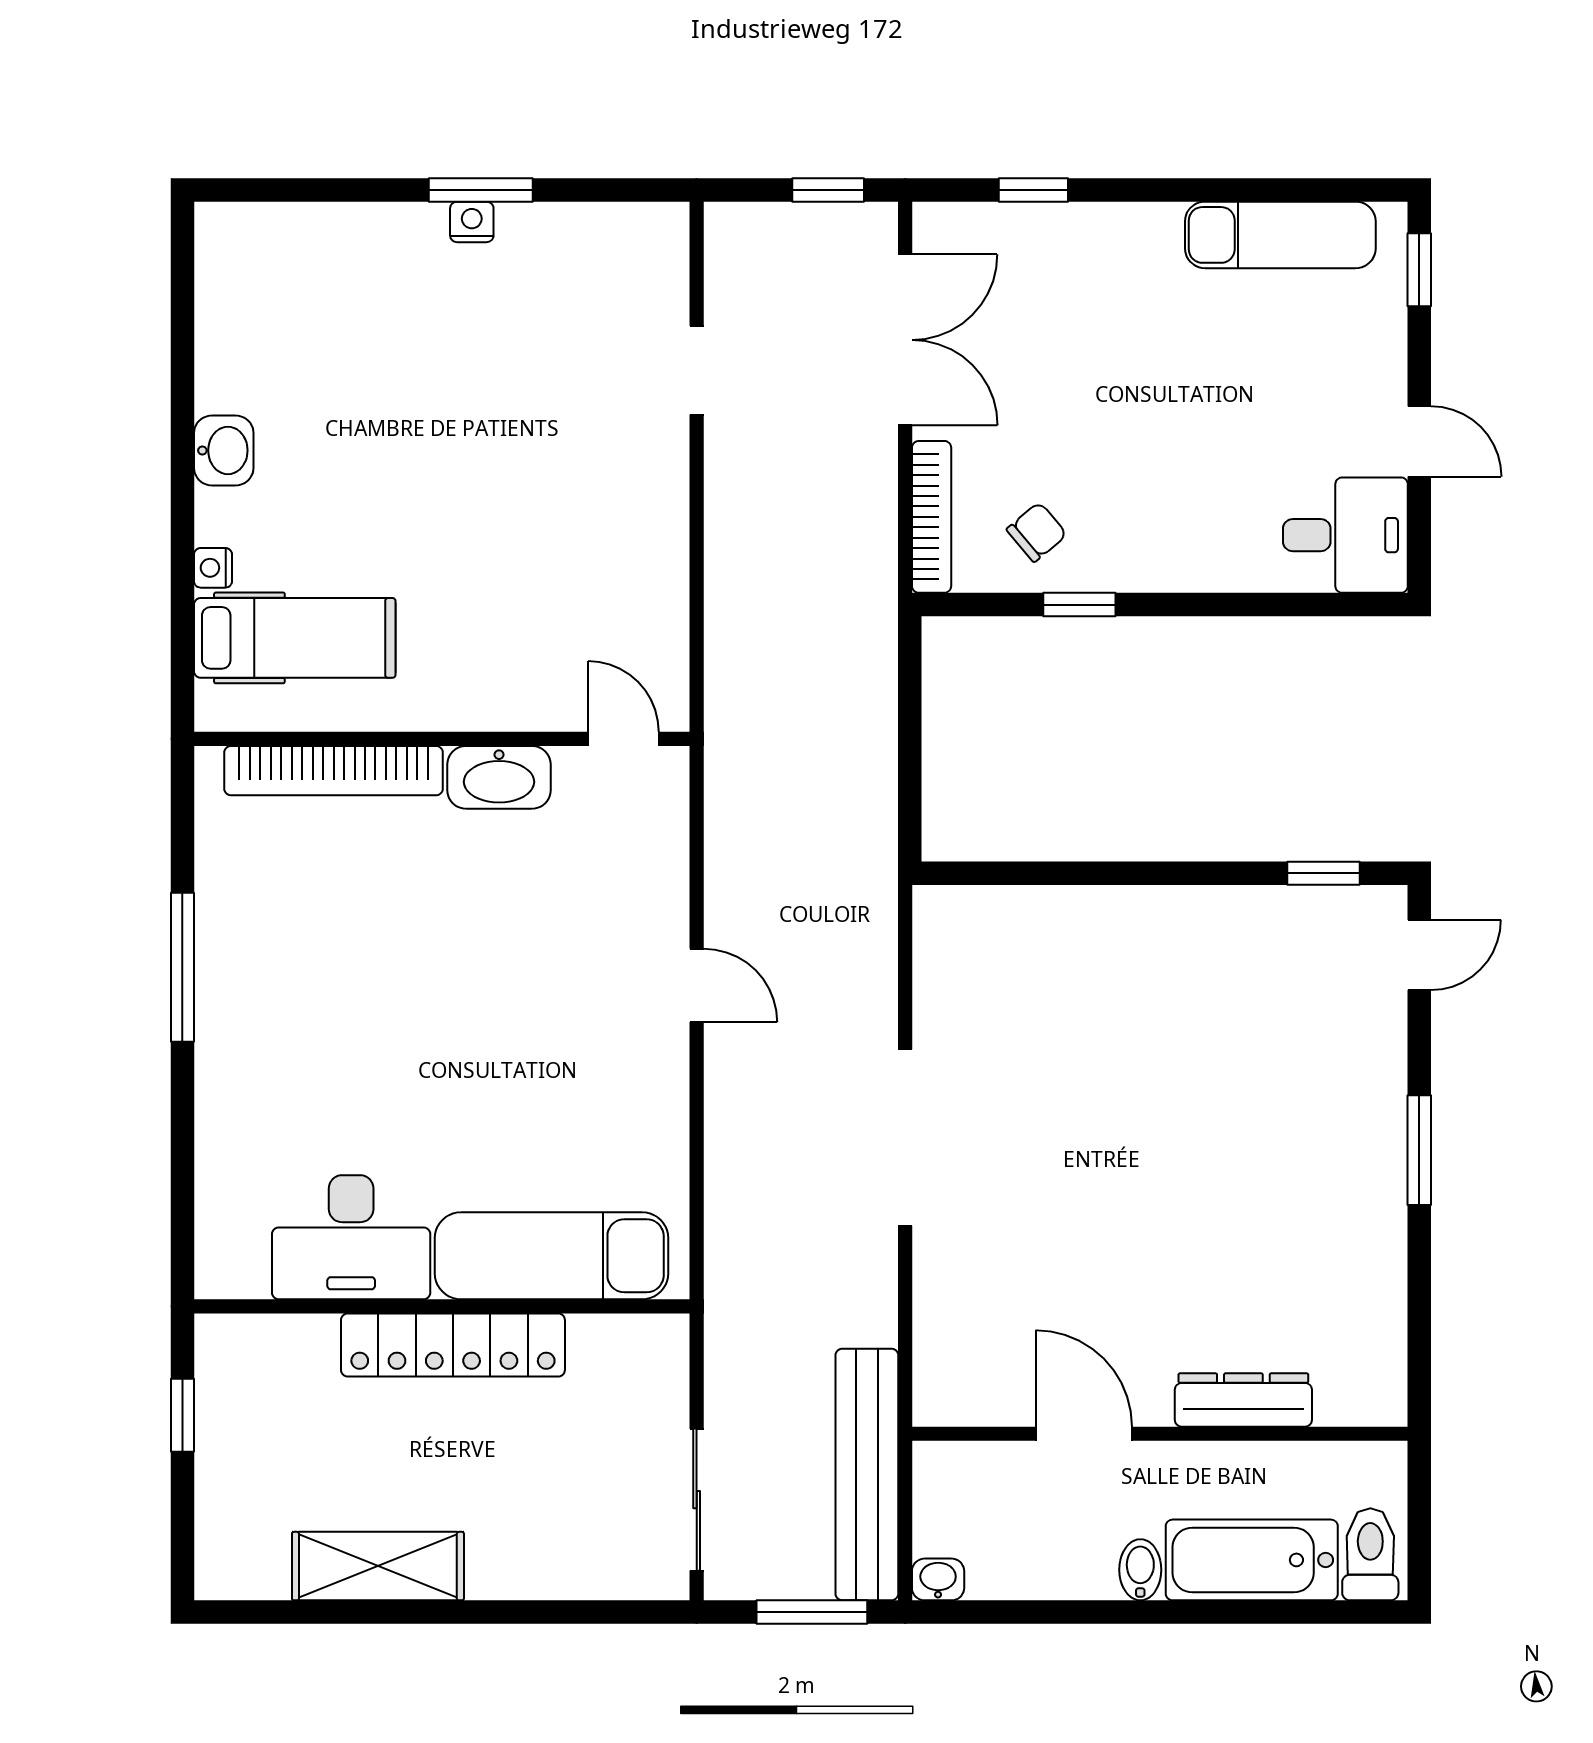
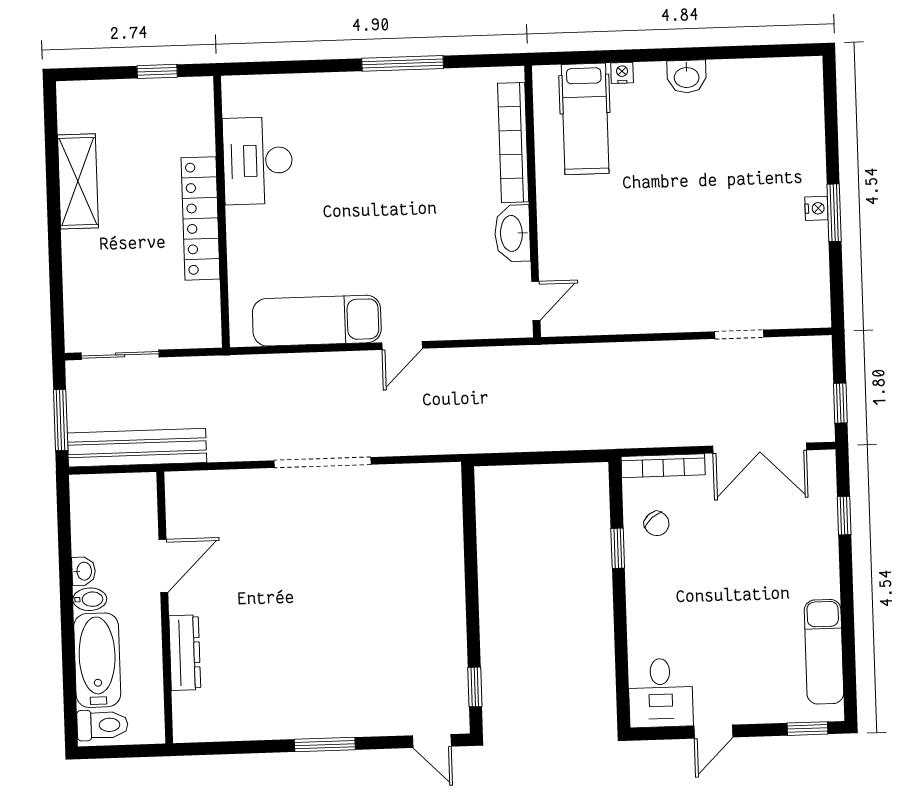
exam couch: (552, 1256) -> (317, 321), moved, turned -90
washbasin: (938, 1579) -> (84, 571), moved

